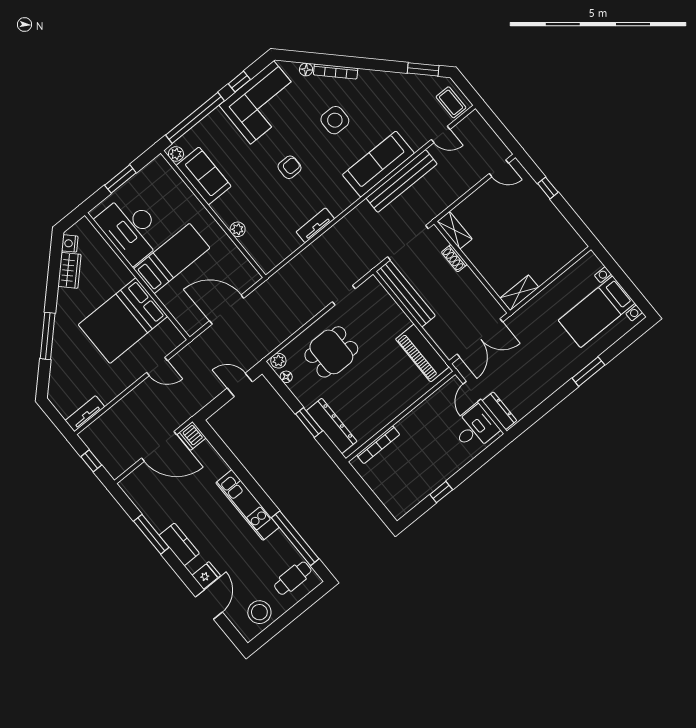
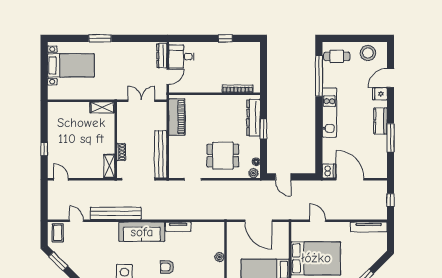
sofa: (378, 164) -> (142, 232), moved
double door: (480, 338) -> (141, 101), width x0.73
tv unit: (85, 414) -> (369, 227), width x1.41

